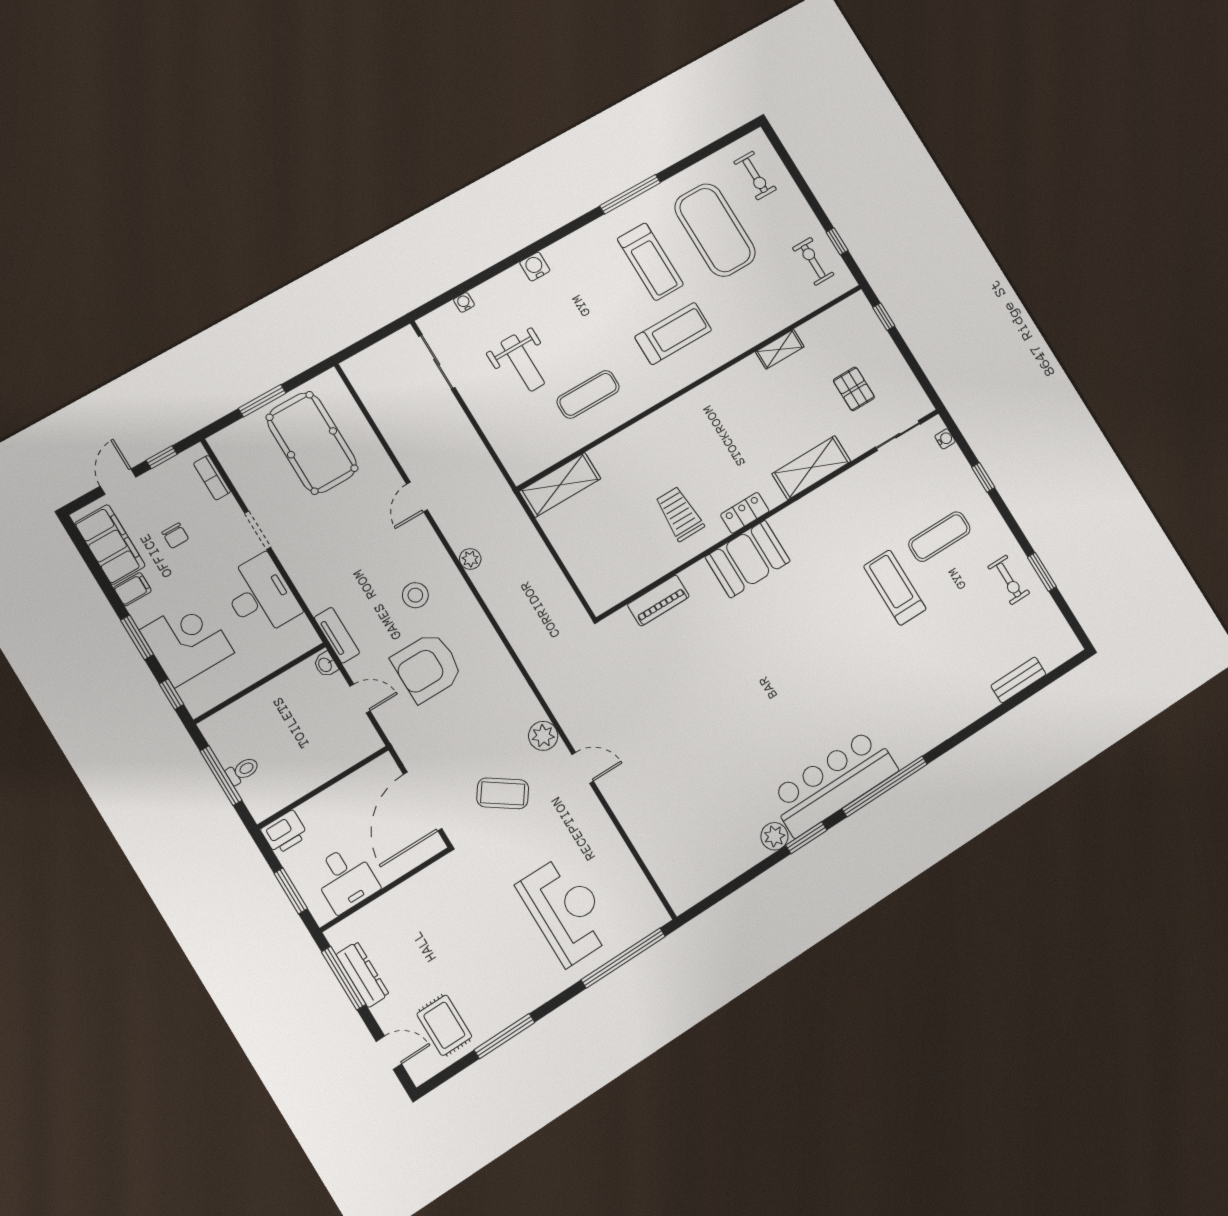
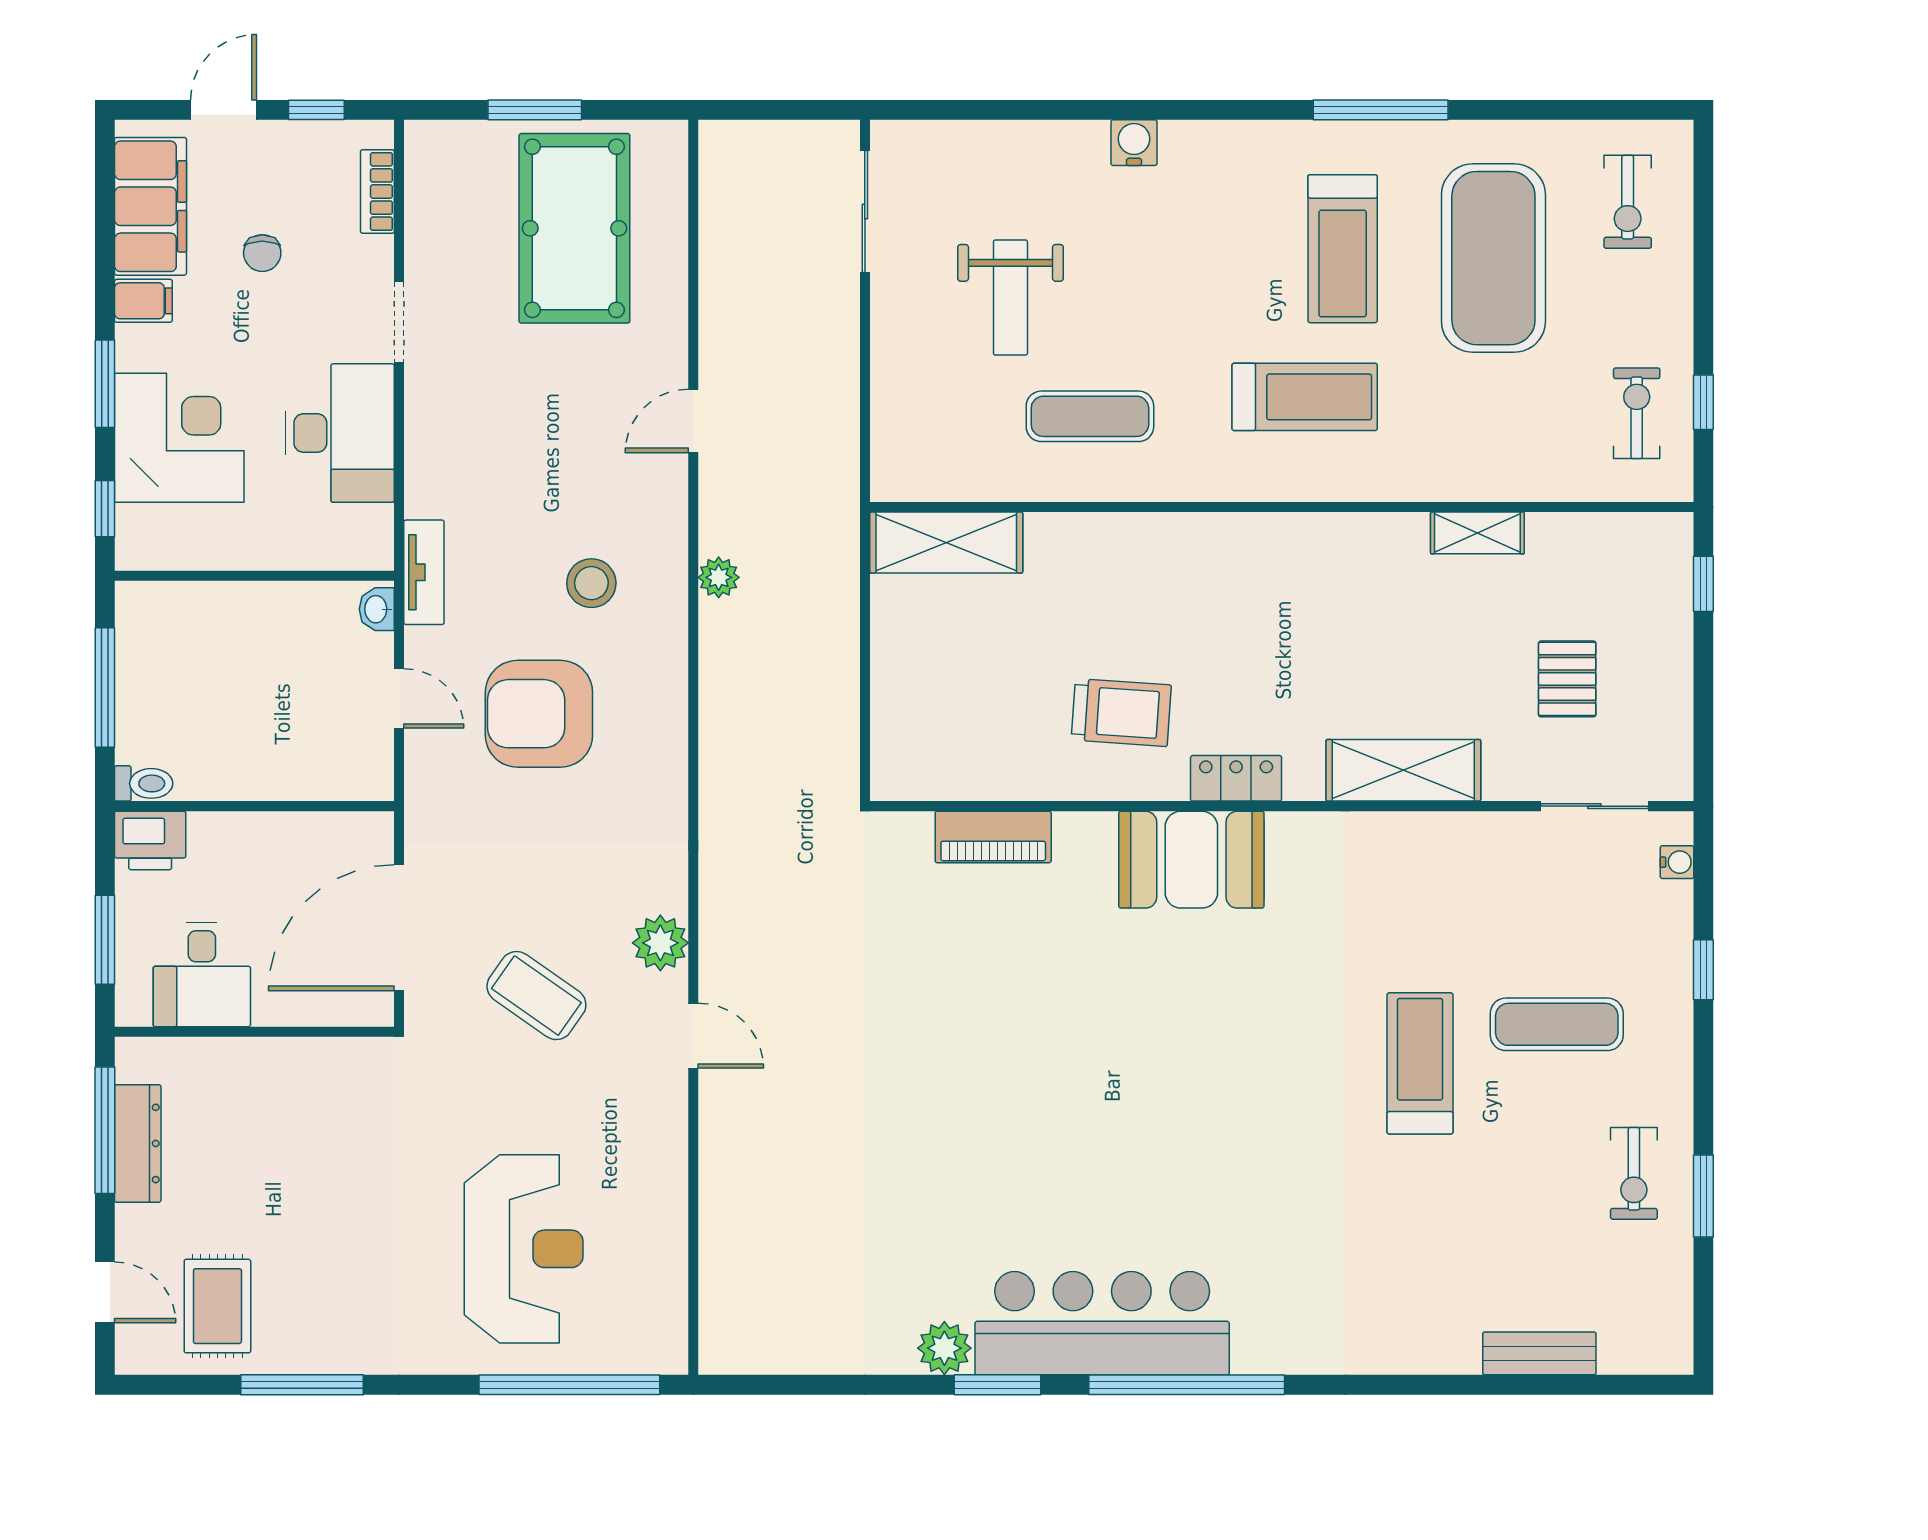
water cooler: (464, 302) -> (974, 136), removed
trolley: (679, 514) -> (1121, 713), turned 94
toilet: (243, 771) -> (144, 783), moved

